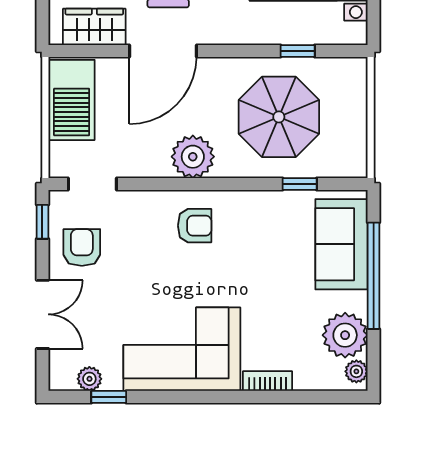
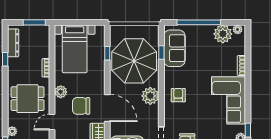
parasol: (279, 117) -> (134, 61), width x1.36, depth x1.36
sofa: (342, 244) -> (174, 48), moved, turned -90

